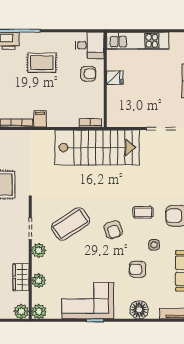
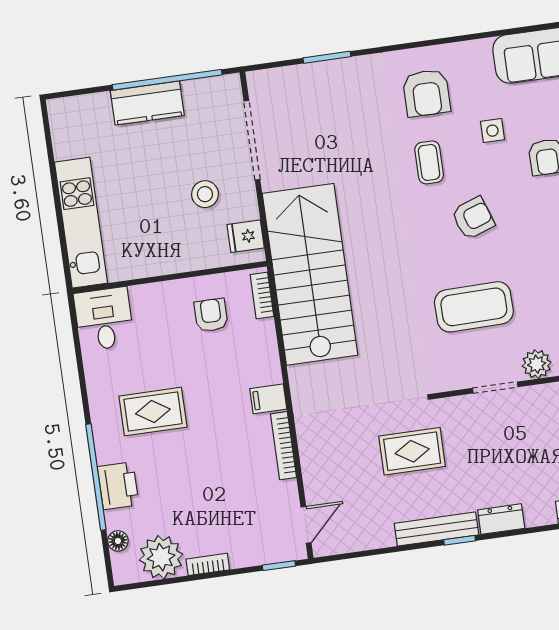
rug: (42, 63) -> (153, 412), turned 90
armchair: (88, 74) -> (211, 315), moved
fridge: (115, 78) -> (246, 236), moved, turned -90
stool: (143, 102) -> (205, 194), added
coffee table: (70, 224) -> (474, 307), turned -58

